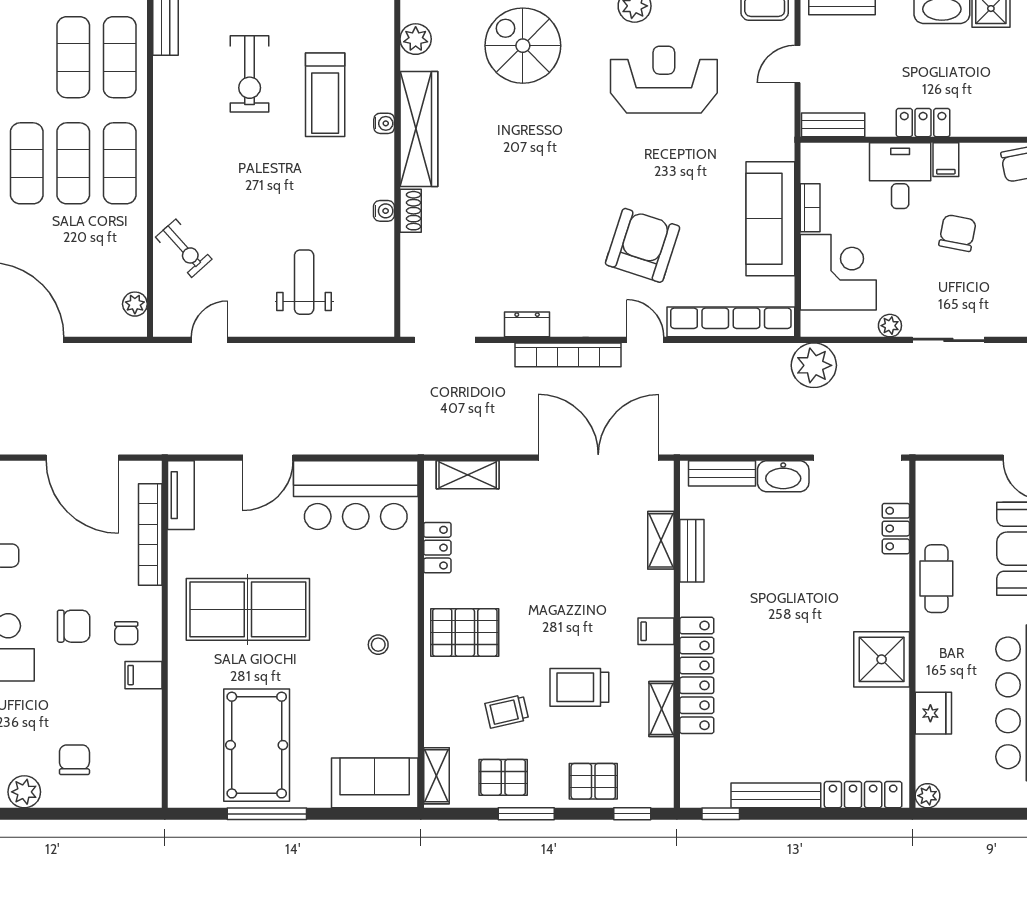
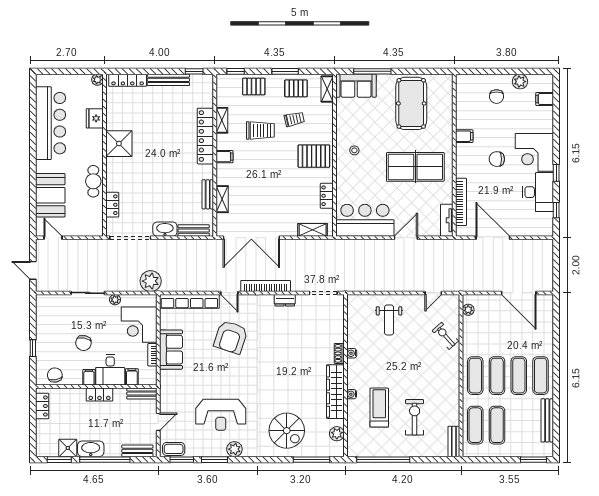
filing cabinet: (854, 161) -> (132, 377), added
sofa: (770, 219) -> (171, 350), width x0.73
chair: (126, 633) -> (472, 156), removed
window: (267, 814) -> (372, 71), moved

